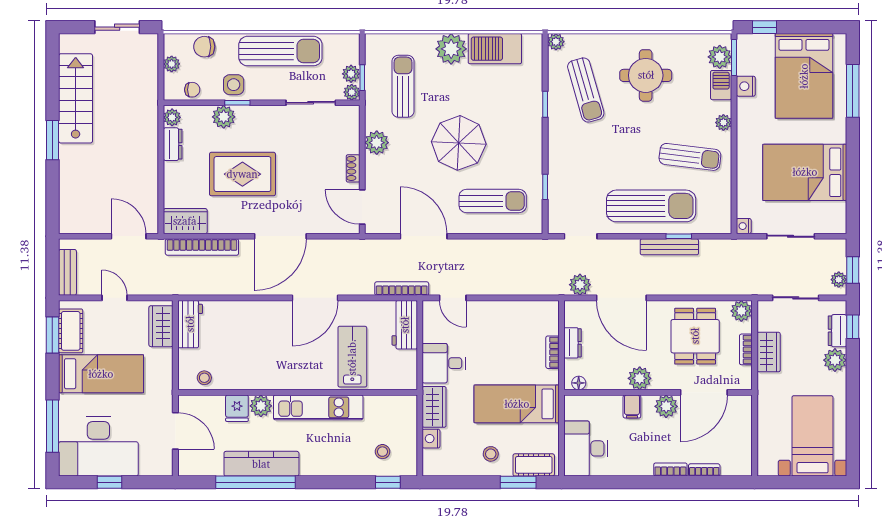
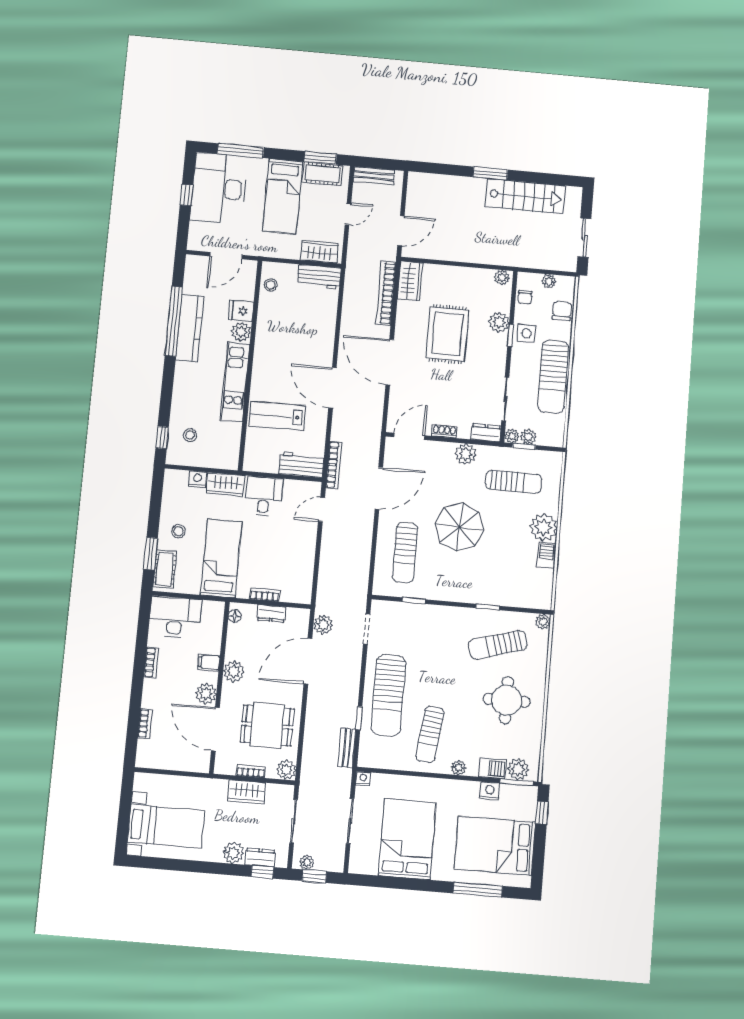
barbecue: (495, 49) -> (546, 556), width x0.53, depth x0.65
dresser: (173, 144) -> (486, 433), moved, turned 180
bench: (669, 247) -> (347, 748), moved, width x0.73
lab bench: (352, 357) -> (277, 416), turned 180
bookcase: (670, 470) -> (151, 662), moved

